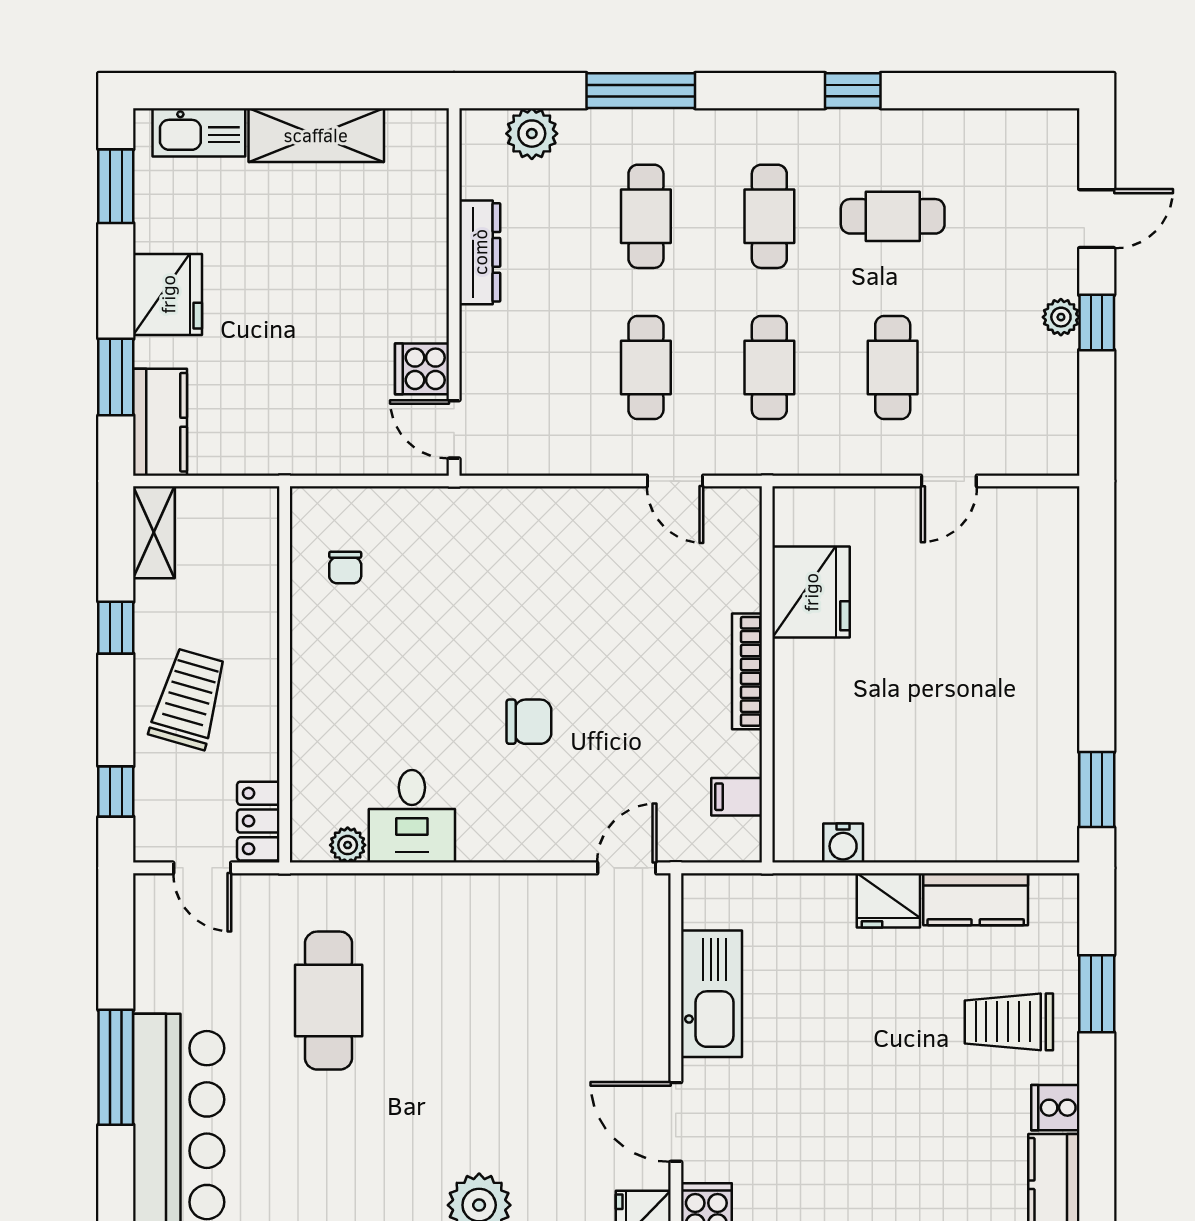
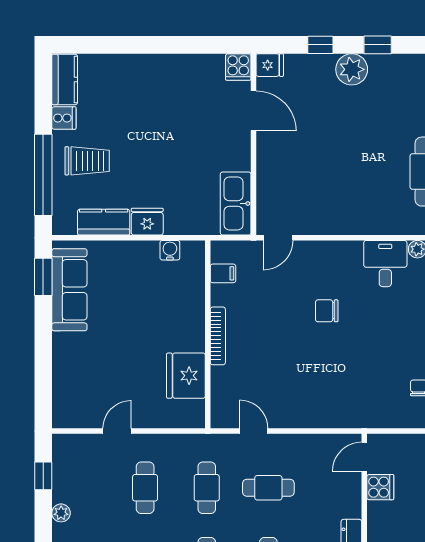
window: (1097, 322) -> (43, 476), moved
cafe table: (646, 367) -> (268, 488), turned 90
door: (454, 429) -> (364, 457), swing flipped
sofa: (1044, 764) -> (69, 290), added
kitchen sink: (711, 994) -> (236, 203), moved
window: (1097, 994) -> (43, 175), width x2.11

